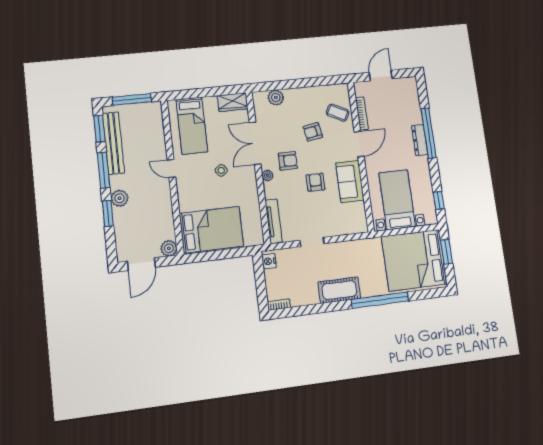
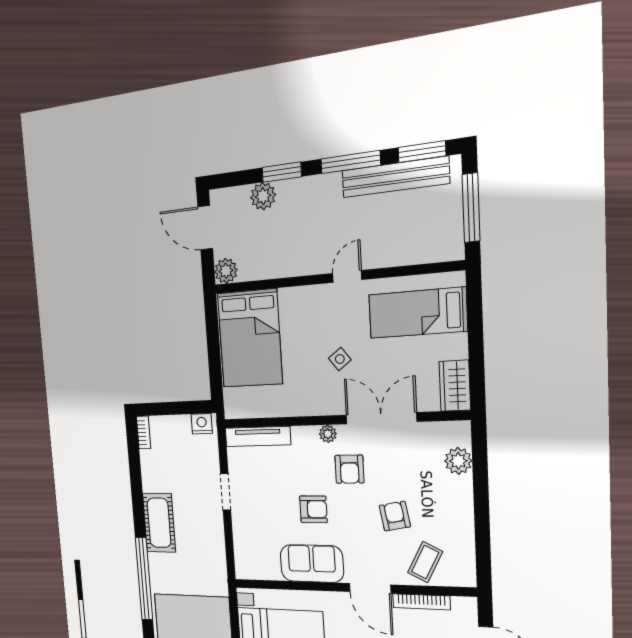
plant: (120, 198) -> (263, 196), moved

